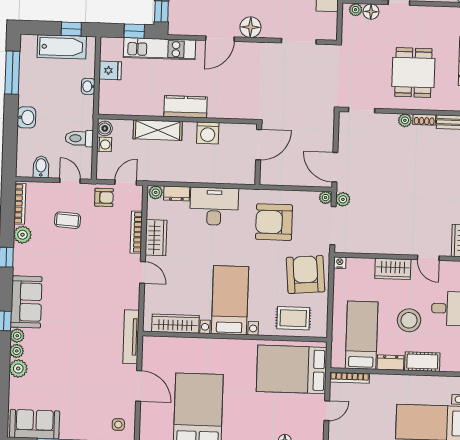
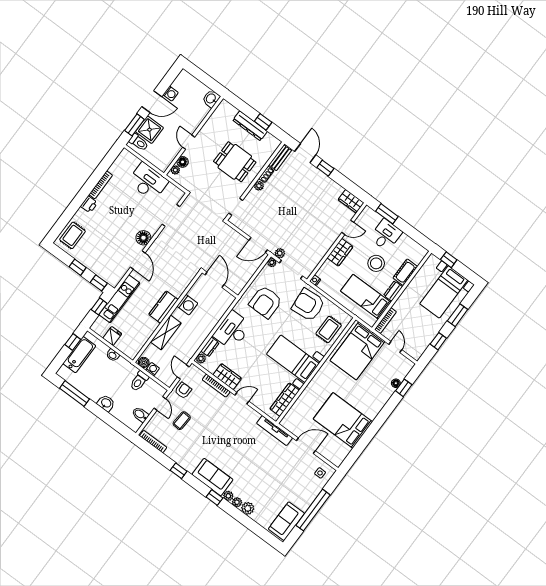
door: (70, 181) -> (160, 403), swing flipped
plant: (22, 235) -> (172, 452), removed

